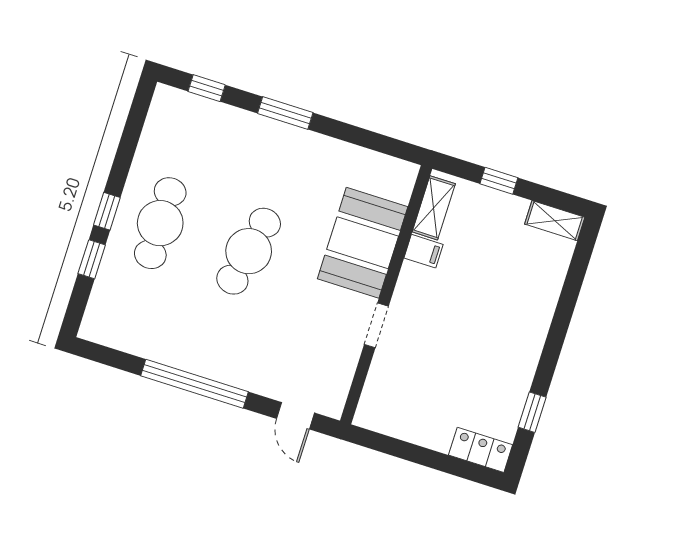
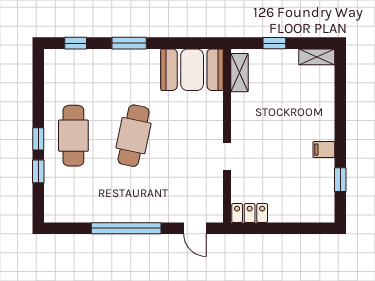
booth: (363, 243) -> (192, 70), moved, turned 90
filing cabinet: (423, 251) -> (324, 150), moved, turned 180
locker: (481, 450) -> (250, 213), moved

